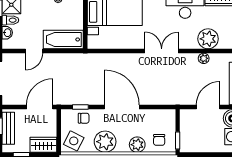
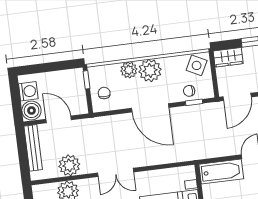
plant: (204, 58) -> (69, 165), width x1.88, depth x1.88
door: (208, 107) -> (59, 119), swing flipped
chair: (159, 140) -> (104, 93), moved
plant: (105, 142) -> (150, 70), moved

